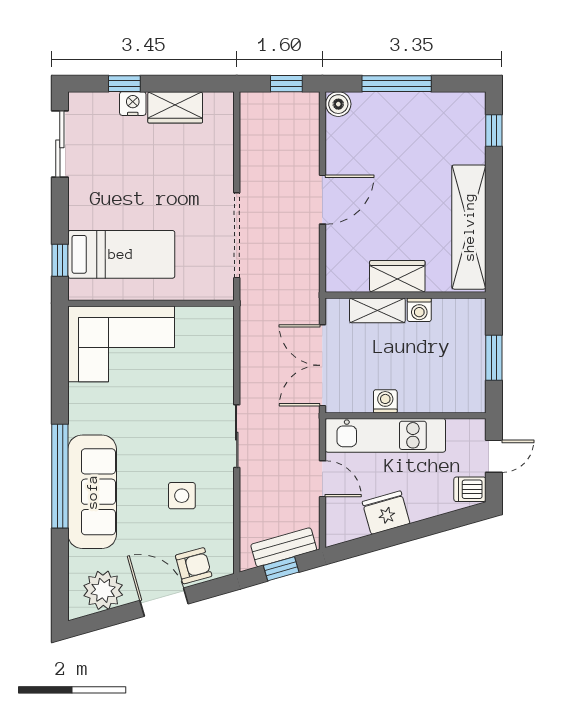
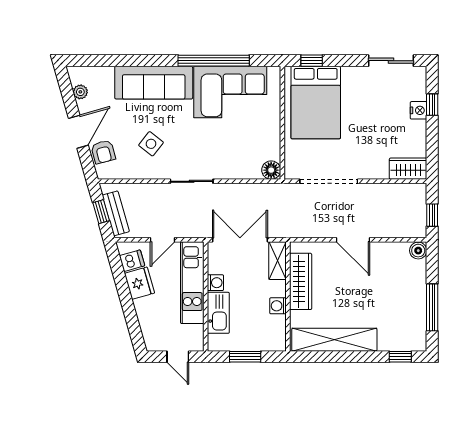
window: (397, 84) -> (432, 307), moved
wardrobe: (175, 107) -> (408, 169), moved, turned 90
bed: (121, 254) -> (316, 103), width x1.50
wardrobe: (397, 276) -> (301, 281), width x1.50
shelving: (377, 310) -> (277, 261), moved
floor lamp: (220, 320) -> (271, 170), added
corner sofa: (121, 344) -> (230, 92), moved, turned -90
kitchen sink: (429, 397) -> (218, 313), added
window: (60, 476) -> (214, 61), moved
dishwasher: (470, 489) -> (132, 261), moved, turned 74
side table: (182, 496) -> (151, 144), turned 38
plant: (103, 590) -> (80, 92), width x0.53, depth x0.53

